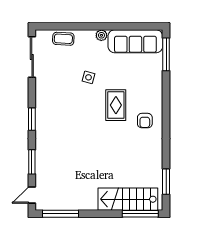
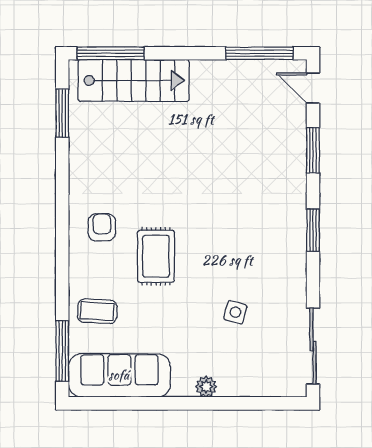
plant: (101, 35) -> (206, 387), moved
coffee table: (63, 39) -> (97, 311), moved
side table: (89, 77) -> (235, 312), moved
door: (32, 195) -> (313, 88), swing flipped

